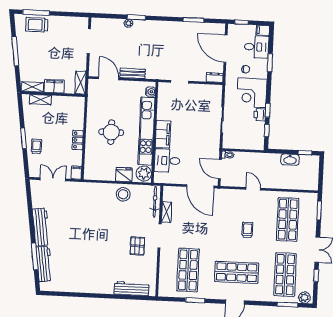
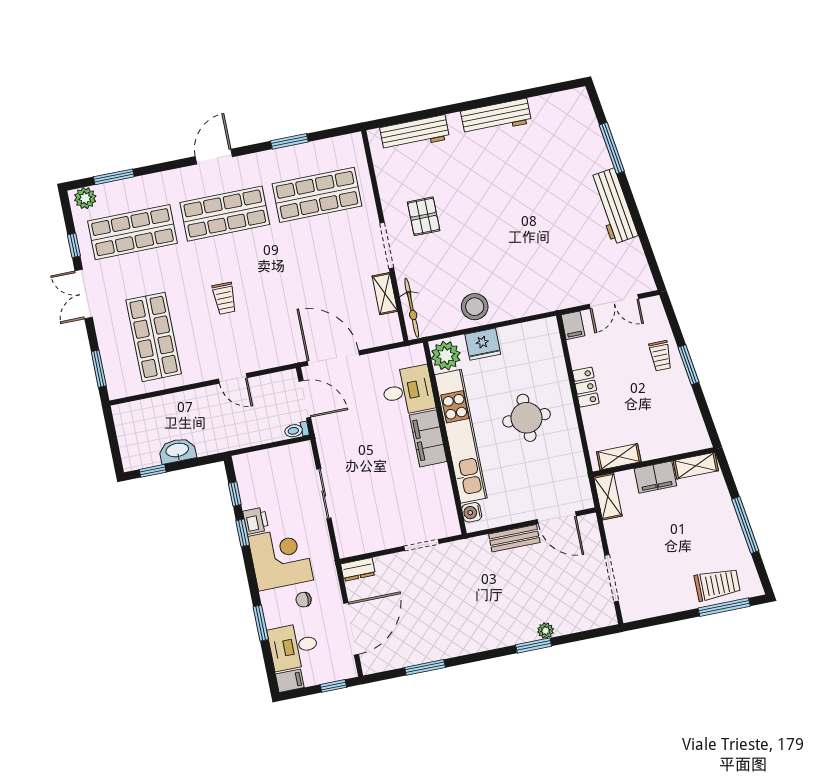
door: (226, 49) -> (351, 629), hinge flipped
shelving: (40, 100) -> (619, 457), moved
workbench: (44, 264) -> (496, 117), moved, turned -82
shop shelf: (188, 270) -> (317, 195), turned 90
shop shelf: (285, 275) -> (132, 232), turned 90

